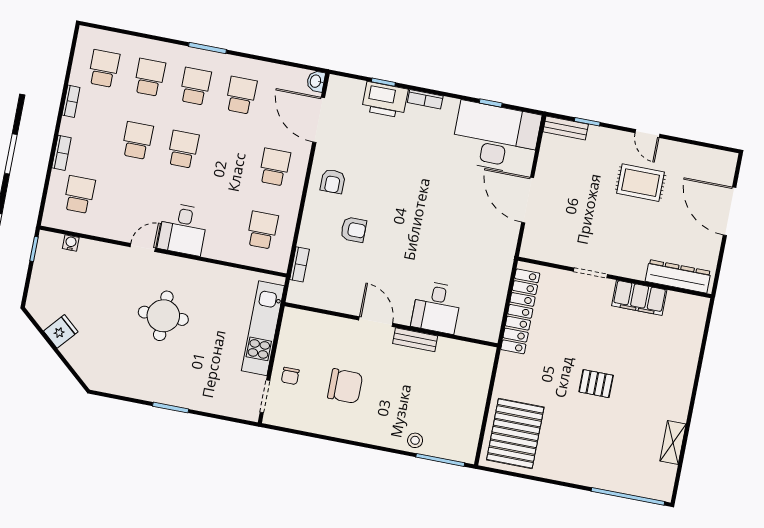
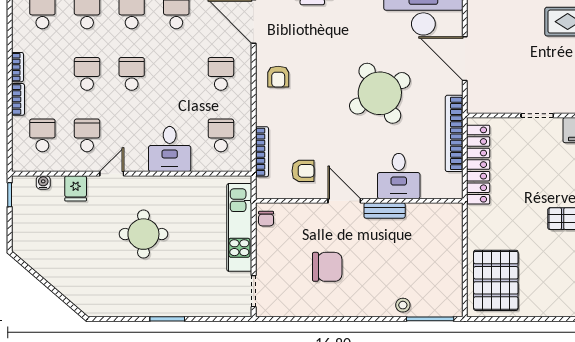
bookcase: (71, 101) -> (17, 67), moved
school desk: (125, 203) -> (87, 135), added
round table: (434, 219) -> (380, 93), added
desk: (183, 229) -> (170, 149), moved
armchair: (354, 230) -> (303, 171), moved
bookcase: (299, 264) -> (262, 152), width x1.56
bookcase: (502, 275) -> (454, 133), added
fridge: (61, 331) -> (76, 188), moved, turned 139
chair: (290, 376) -> (266, 219), moved

